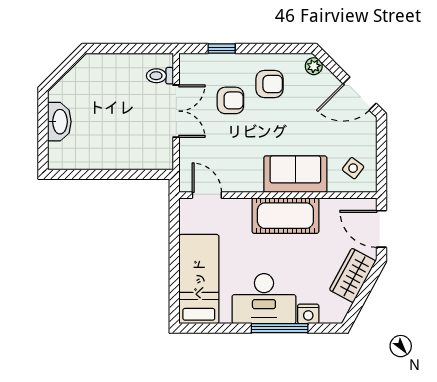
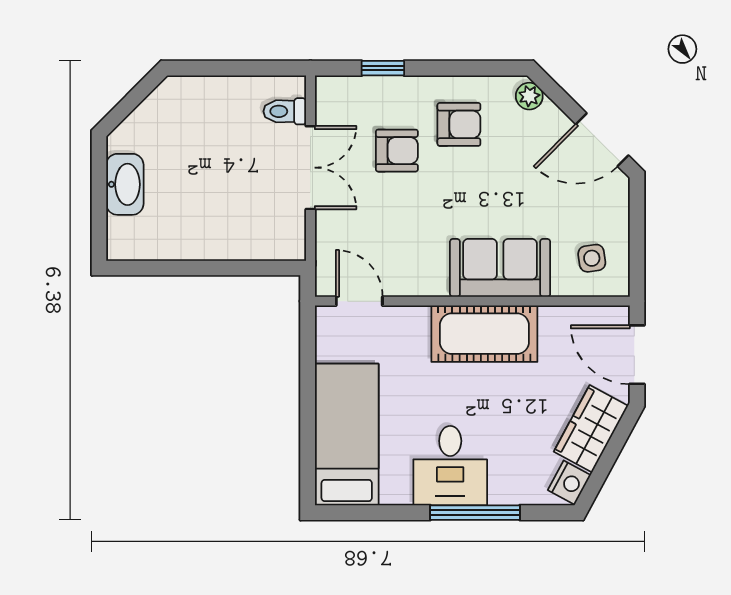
side table: (353, 168) -> (592, 258), turned 45
desk: (264, 299) -> (450, 466), width x0.73
nightstand: (308, 314) -> (569, 483), moved, turned -62

